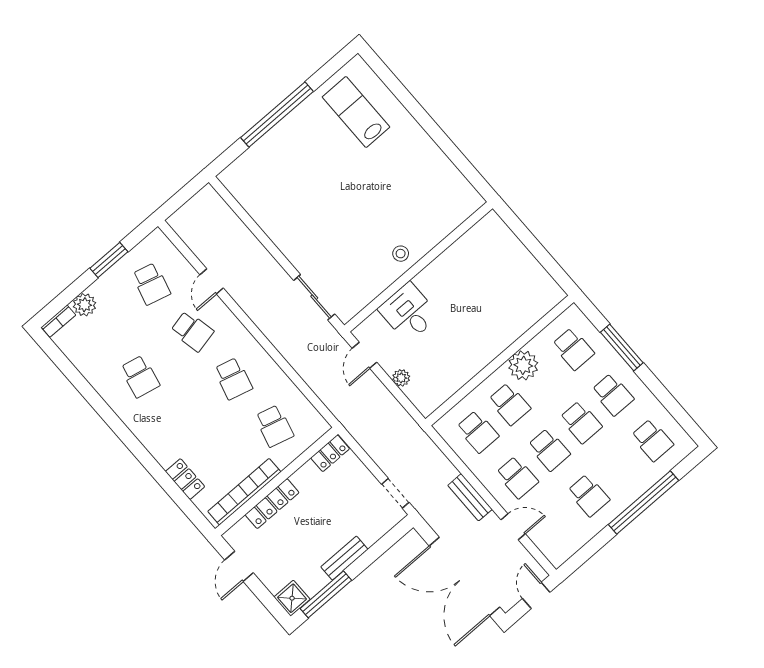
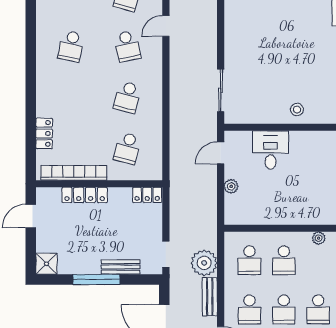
plant: (523, 365) -> (319, 238), width x0.53, depth x0.53
plant: (438, 471) -> (204, 263), added
bench: (344, 558) -> (121, 267), moved
window: (326, 594) -> (97, 279), moved

